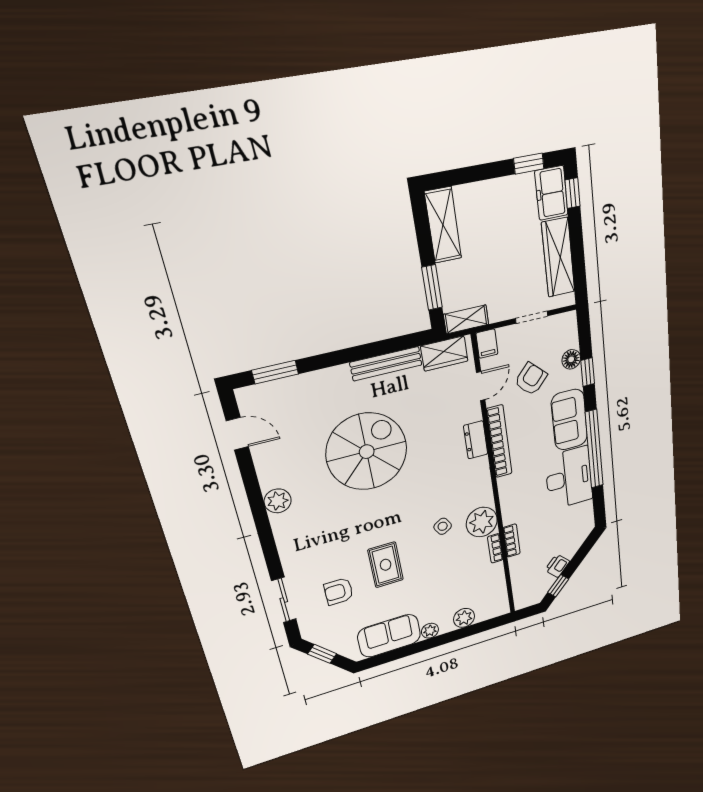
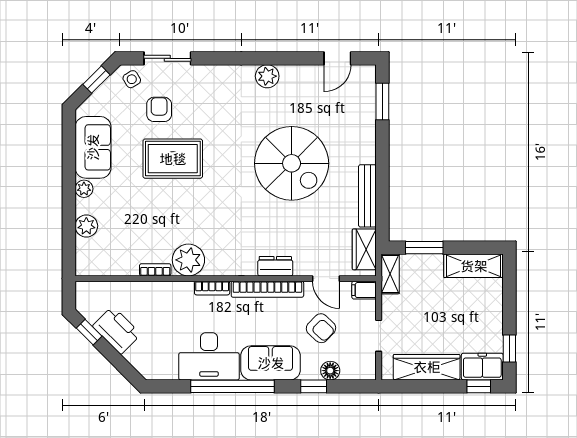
side table: (443, 526) -> (132, 79), moved
bookcase: (512, 541) -> (212, 288), moved
rug: (386, 565) -> (173, 159), width x1.36, depth x1.43
printer: (557, 566) -> (117, 330), width x1.87, depth x1.48

